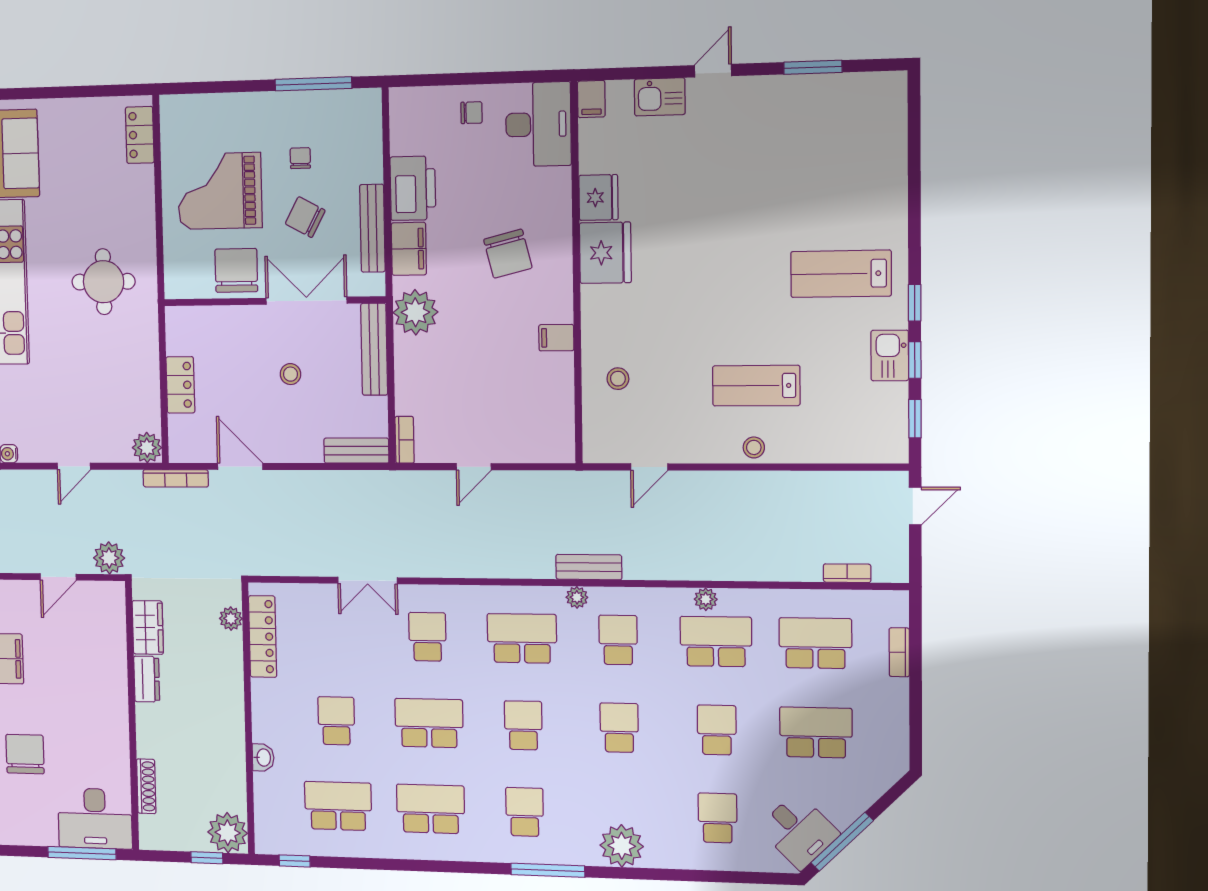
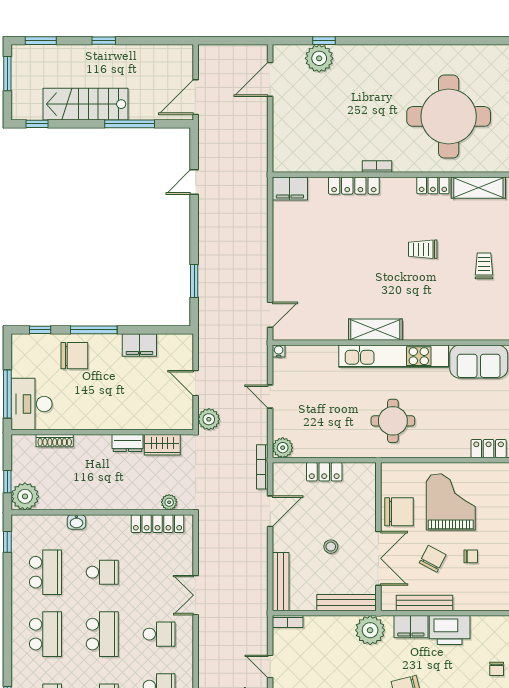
bench: (356, 451) -> (281, 582), width x1.36

